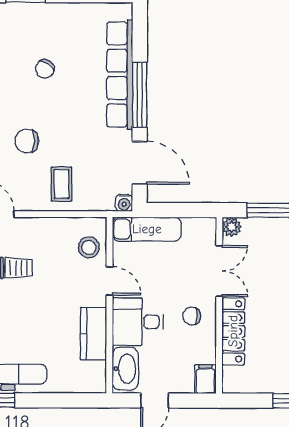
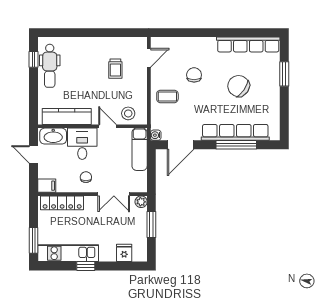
chair: (45, 69) -> (239, 86), width x1.87, depth x1.87
window: (140, 95) -> (236, 145), moved
door: (109, 281) -> (107, 126), swing flipped
locker: (233, 331) -> (62, 203), moved
kitchen counter: (93, 334) -> (67, 116), width x1.50

